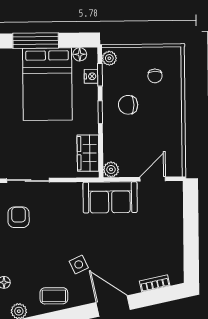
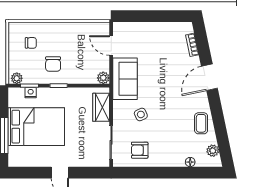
floor lamp: (80, 54) -> (13, 101), removed
wardrobe: (88, 153) -> (101, 107), moved, turned 90
side table: (79, 264) -> (141, 114), moved

